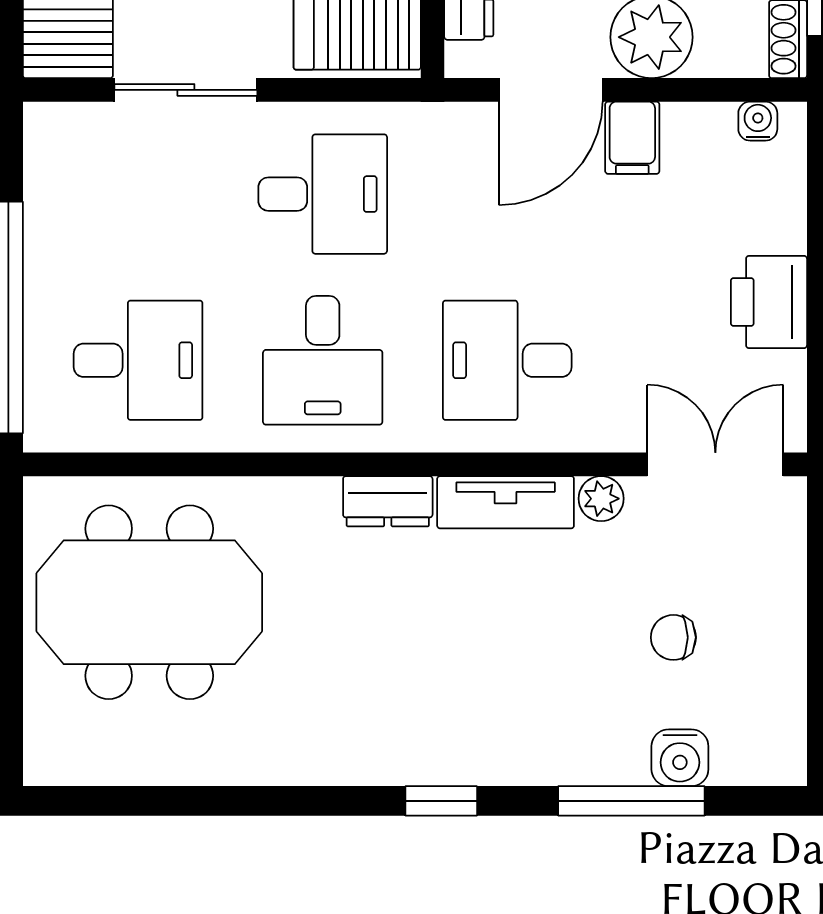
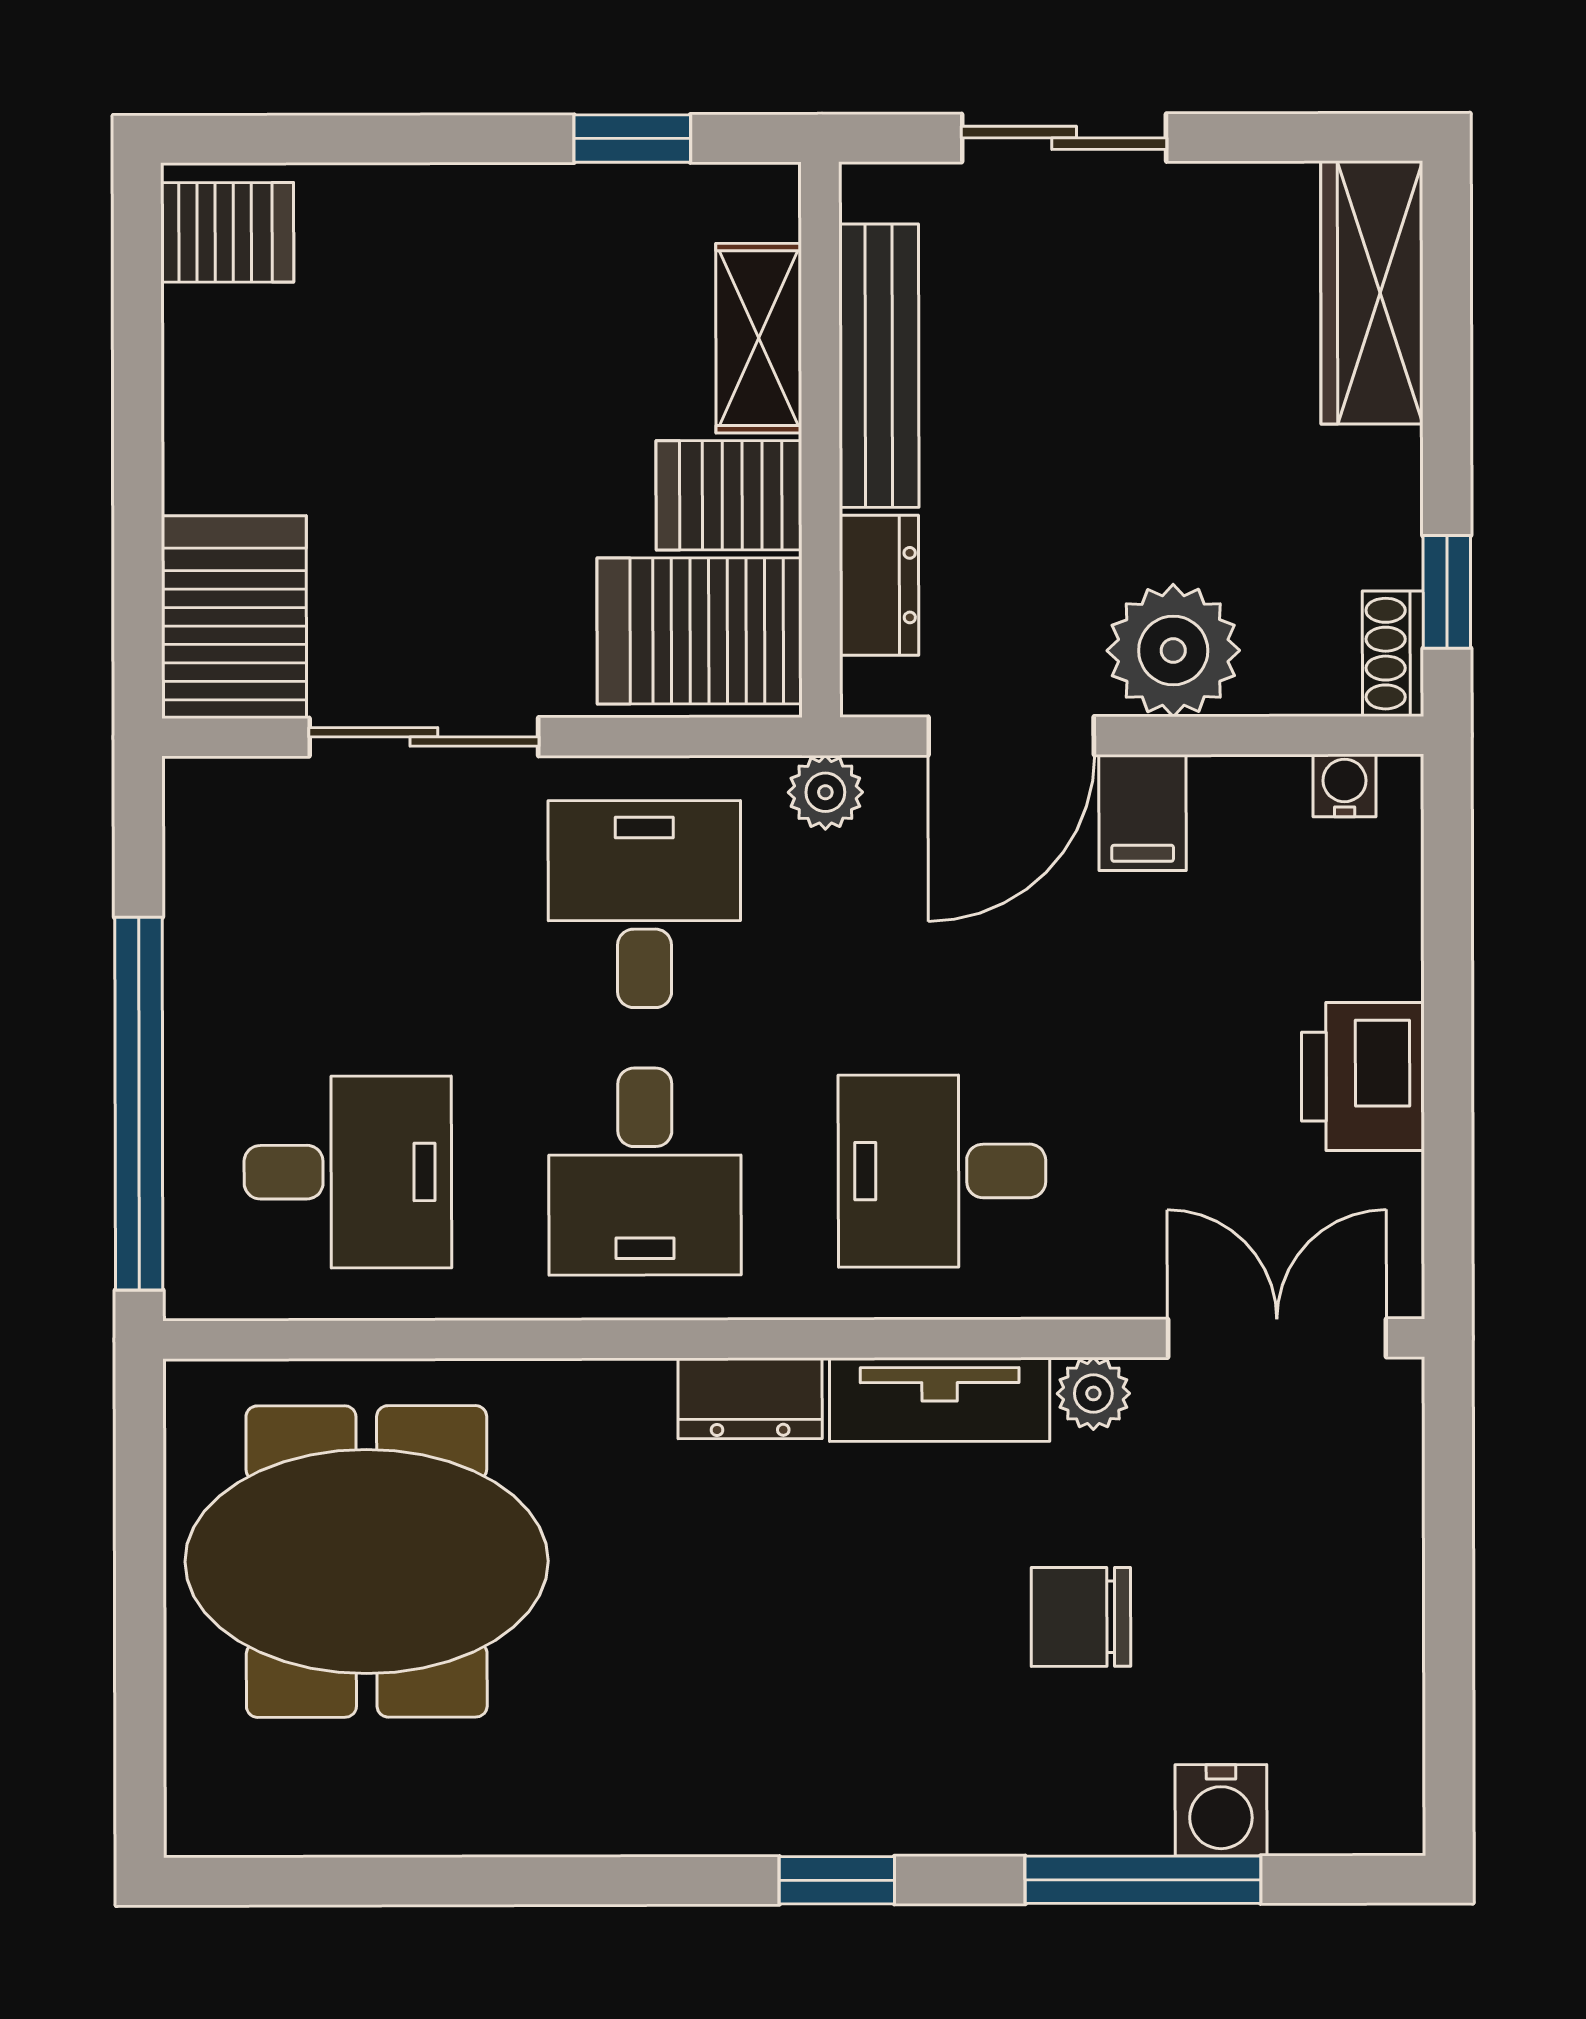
plant: (435, 125) -> (825, 792), added
desk: (323, 194) -> (644, 904), turned -90
chair: (673, 637) -> (1081, 1617), moved, width x1.37, depth x1.37

